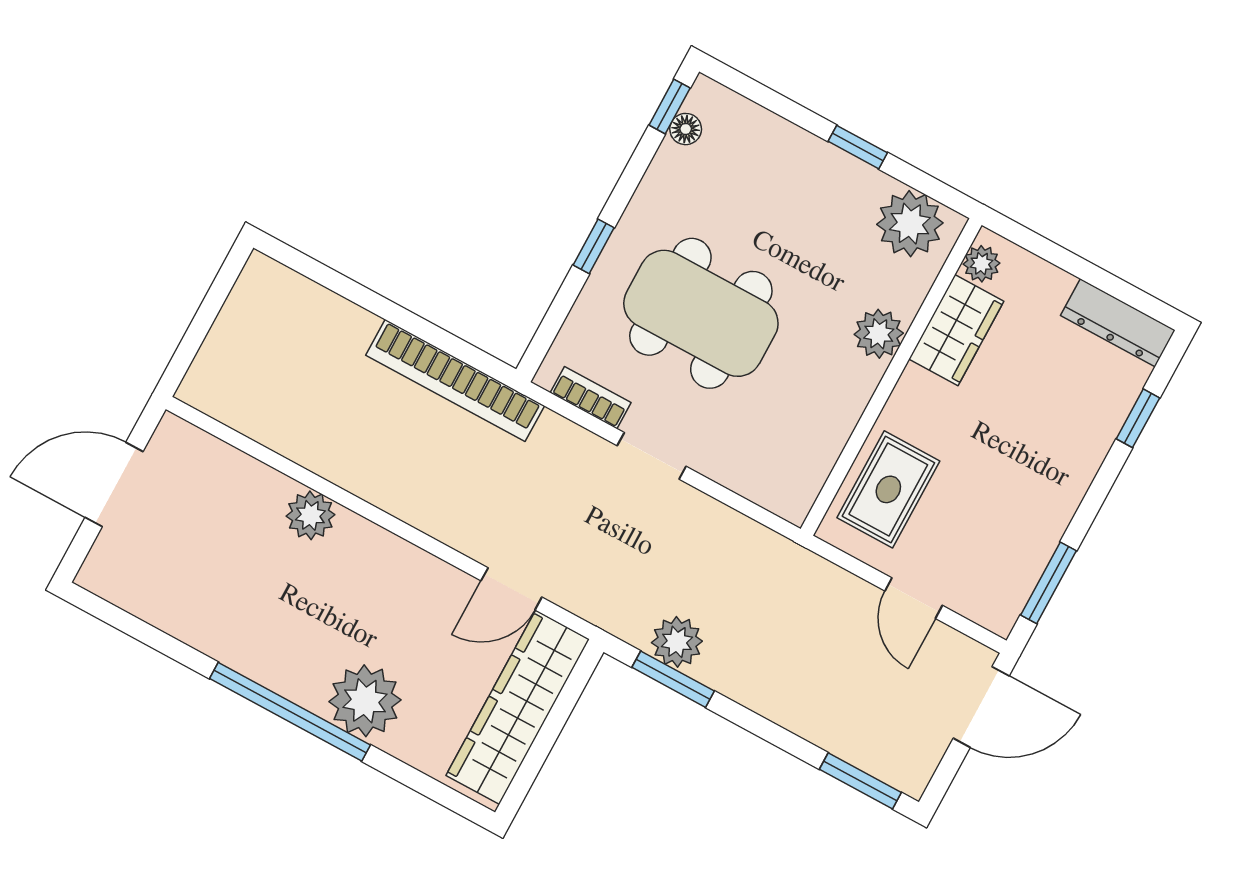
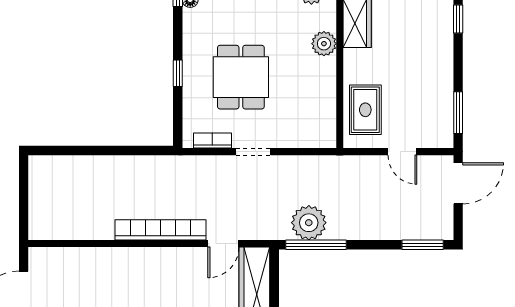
dining table: (701, 313) -> (241, 77), width x0.73
bookcase: (455, 380) -> (161, 230), moved, turned 180
plant: (310, 515) -> (117, 259), removed
plant: (677, 642) -> (309, 223), width x1.36, depth x1.36
window: (673, 679) -> (316, 245), width x1.44

